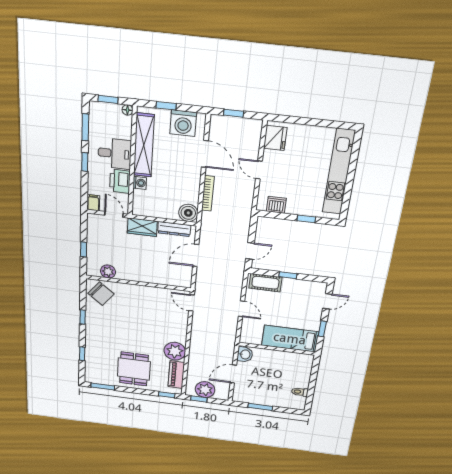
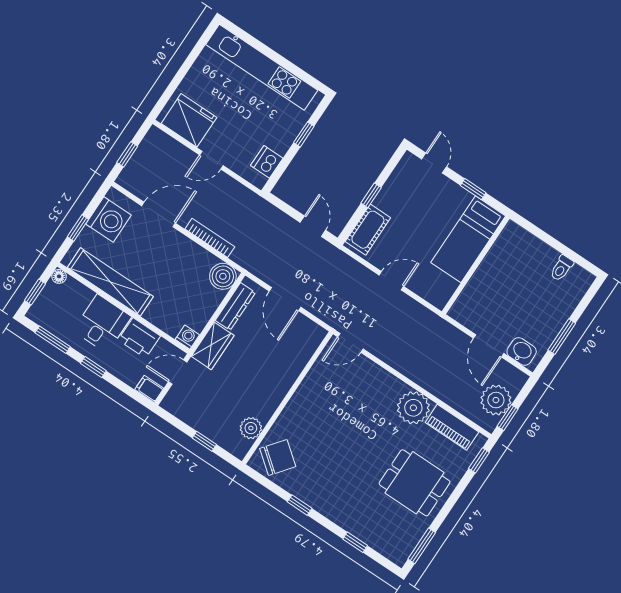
fridge: (275, 138) -> (189, 120), width x1.36, depth x1.34
washing machine: (140, 183) -> (187, 337), moved
washbasin: (245, 354) -> (522, 352), moved

